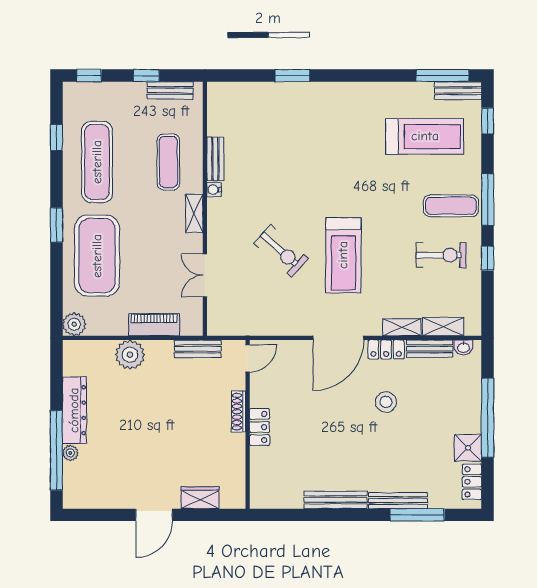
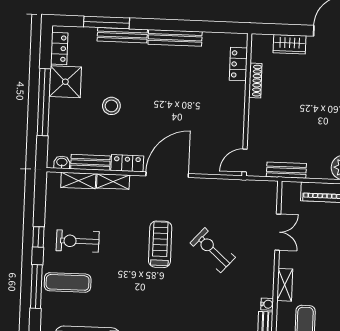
treadmill: (343, 255) -> (160, 244), width x0.73, depth x0.73
stool: (386, 402) -> (111, 106), moved
shoe rack: (239, 412) -> (255, 81), moved
locker: (260, 427) -> (238, 64), moved
shower: (468, 448) -> (65, 82), width x1.36, depth x1.36

